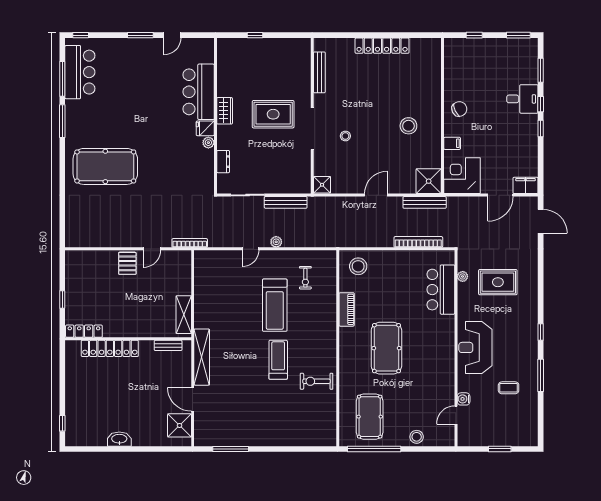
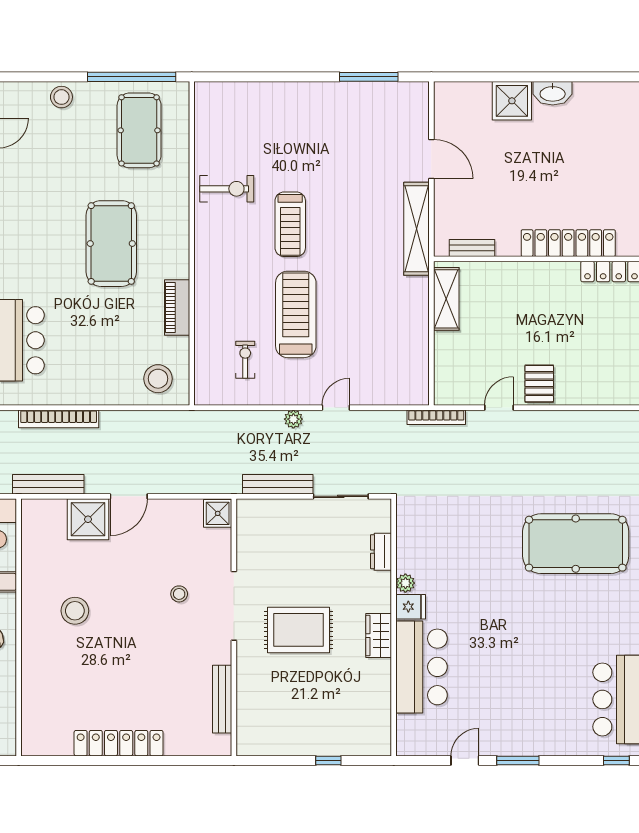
shower: (429, 181) -> (88, 519), moved
shower: (180, 425) -> (512, 101), moved

